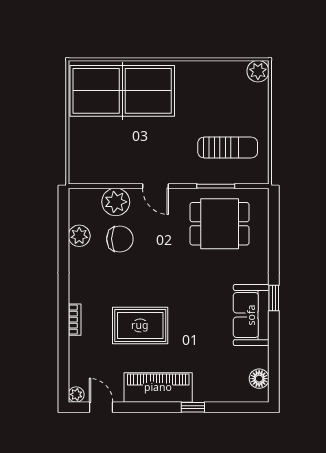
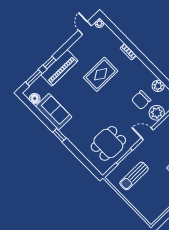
plant: (258, 71) -> (151, 217), removed
sofa: (251, 315) -> (54, 112), moved
piano: (158, 387) -> (59, 68), moved
door: (101, 407) -> (85, 28), swing flipped
window: (233, 407) -> (34, 78), added

